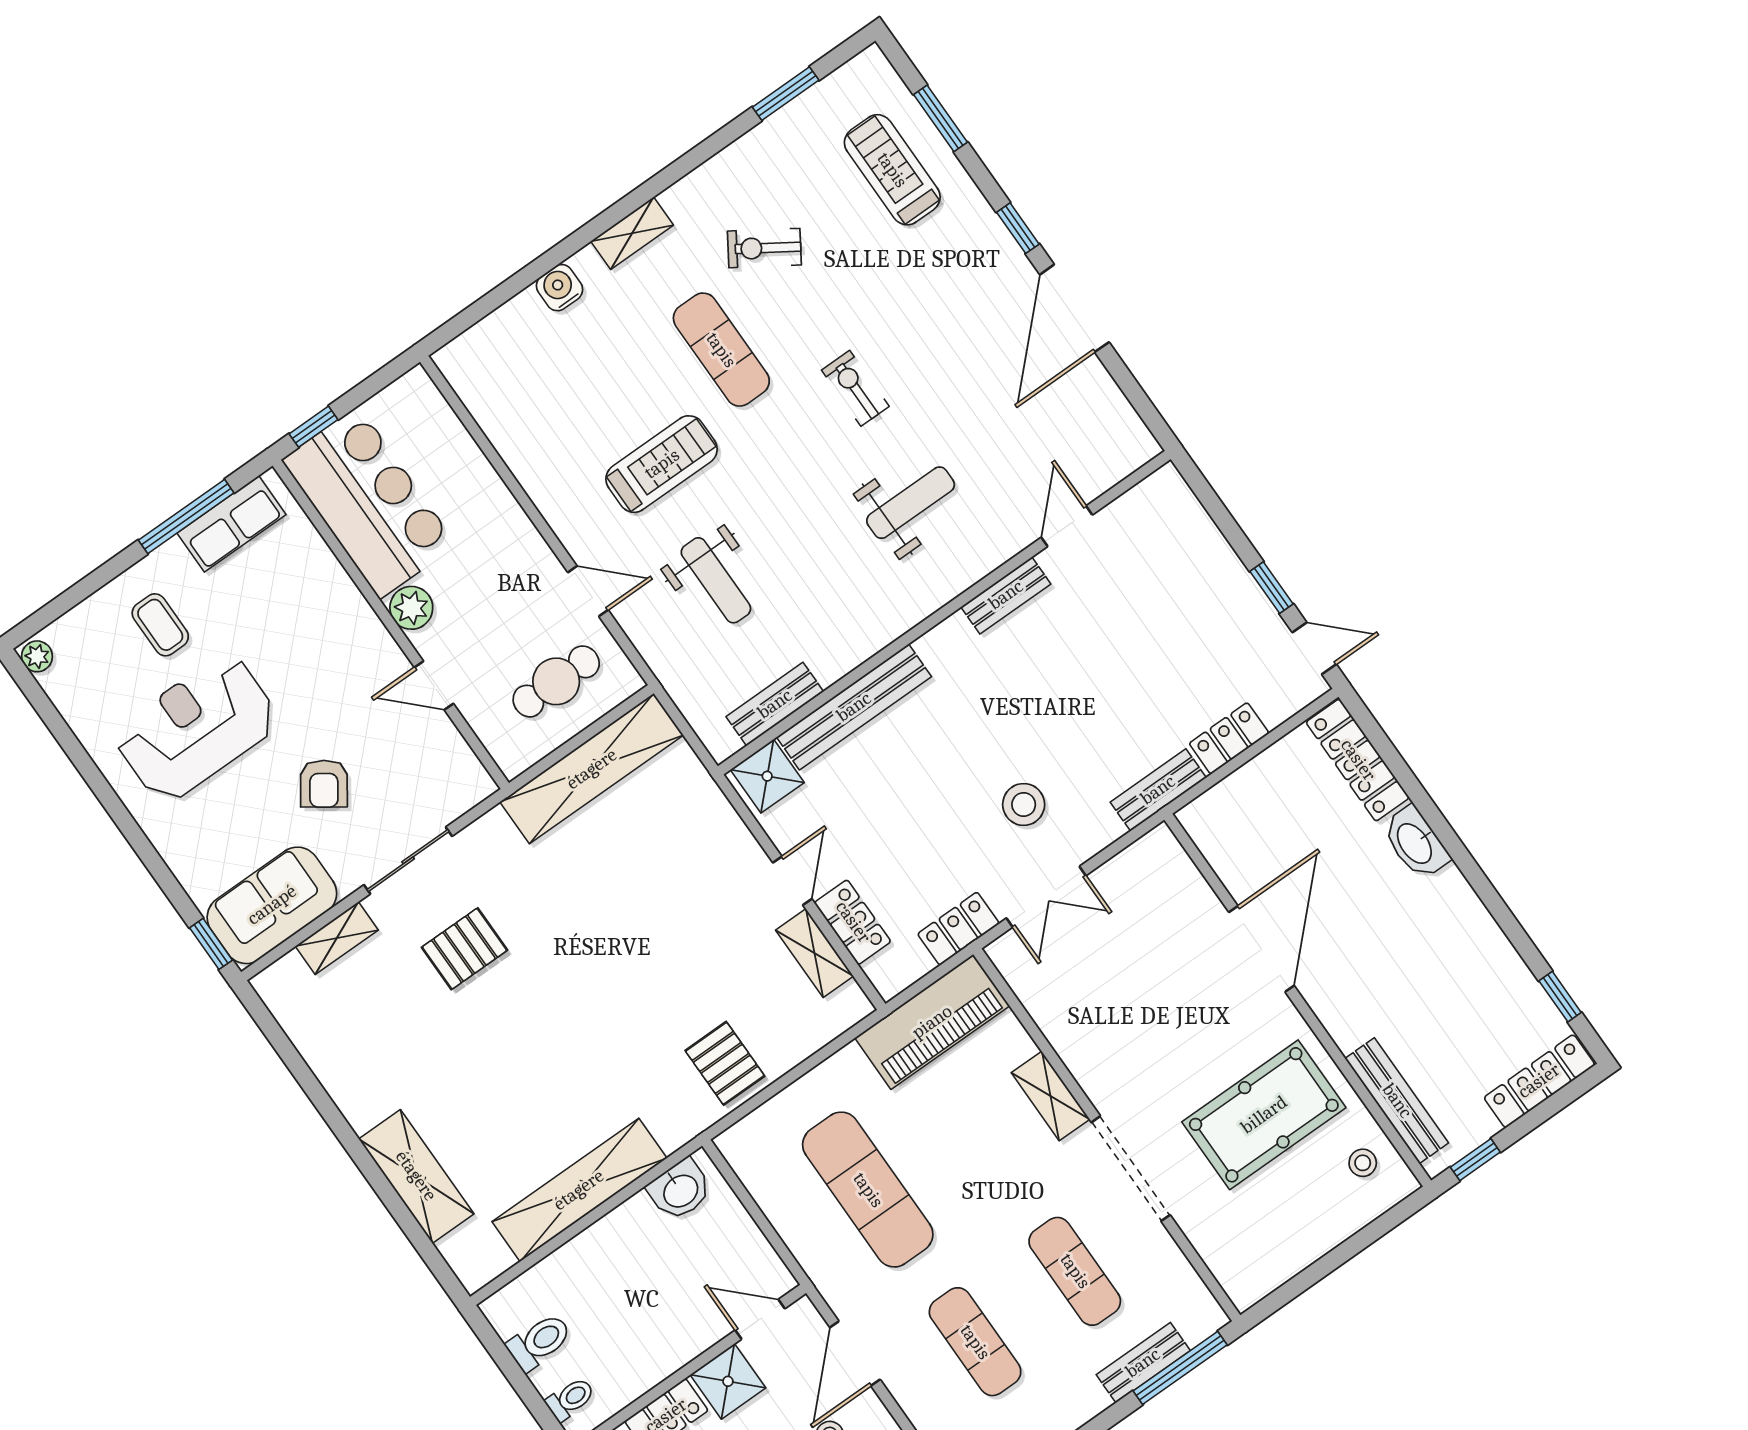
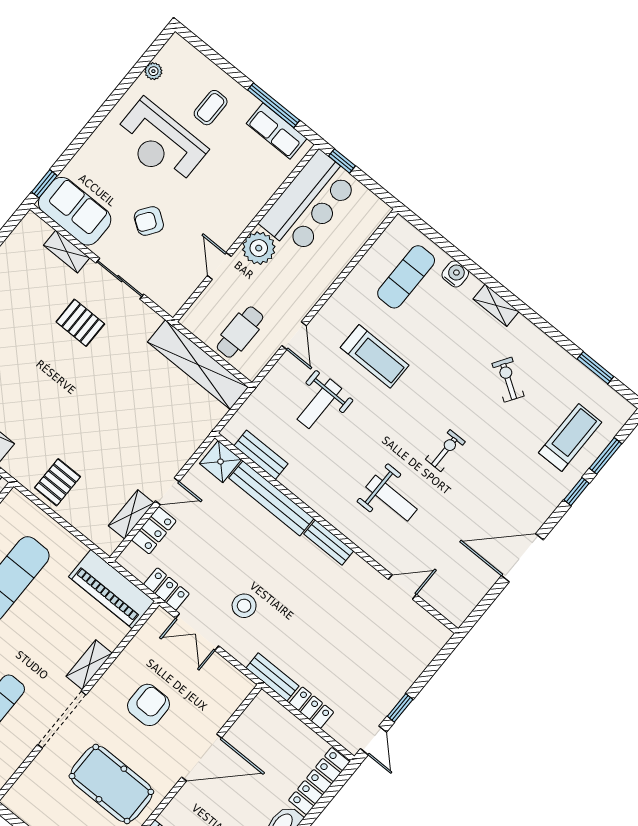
window: (1018, 228) -> (576, 492), moved
exercise mat: (721, 350) -> (406, 277), moved
bench: (1006, 595) -> (329, 543), moved
plant: (411, 608) -> (259, 248), width x1.36, depth x1.36
plant: (37, 656) -> (153, 71), moved
cafe table: (556, 681) -> (240, 332), turned 90
reception desk: (196, 728) -> (160, 143), turned 180
armchair: (1147, 1014) -> (148, 705), added

